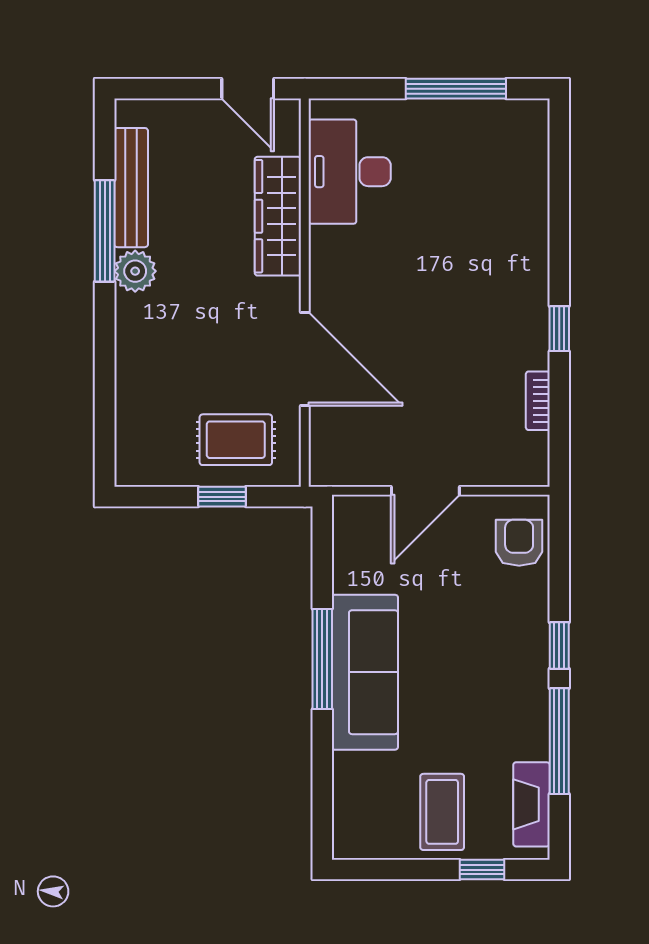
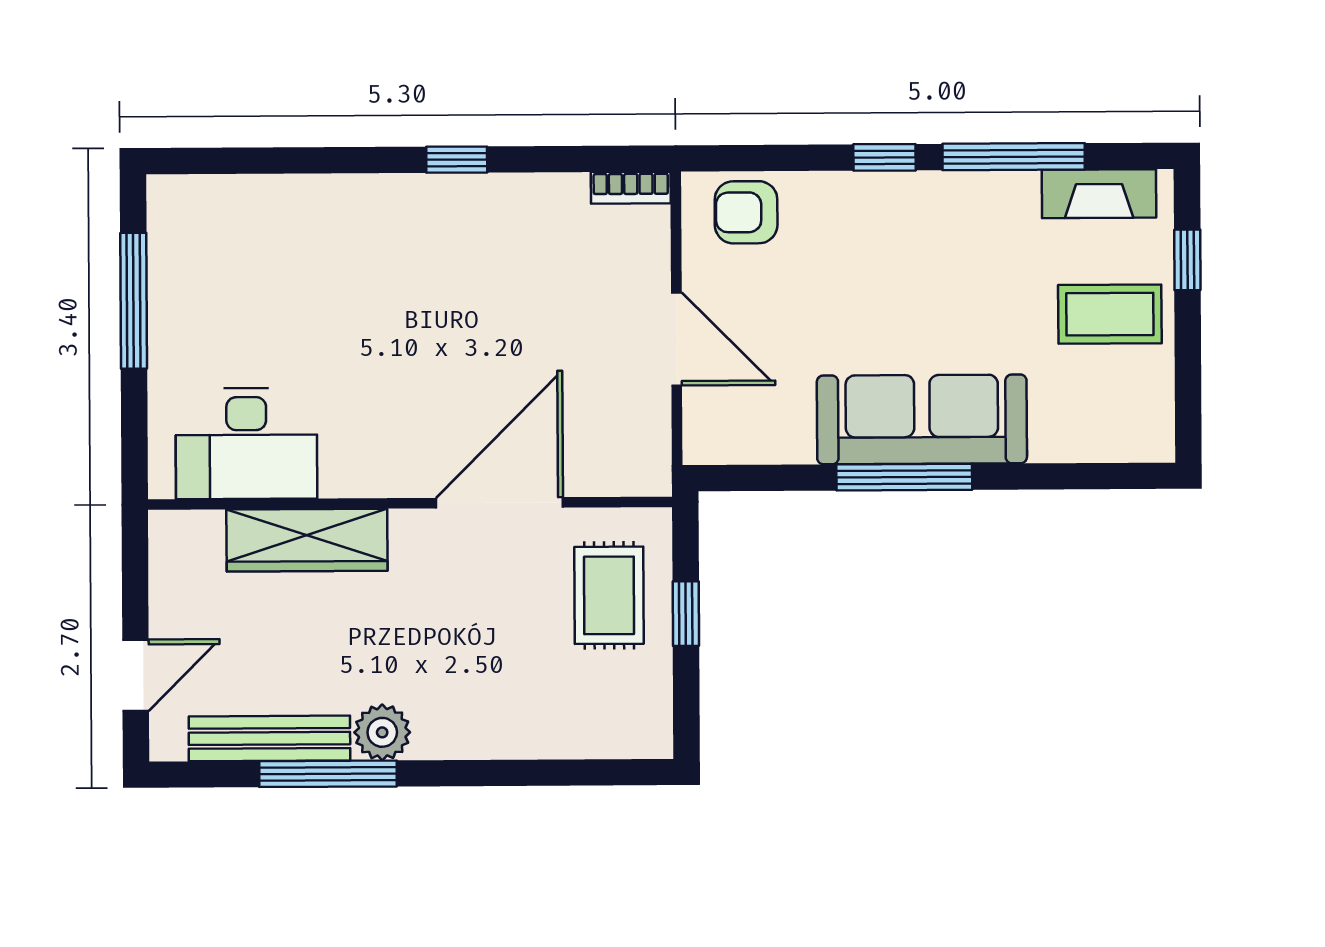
door: (248, 89) -> (136, 675), moved
bookcase: (538, 401) -> (631, 188), moved

